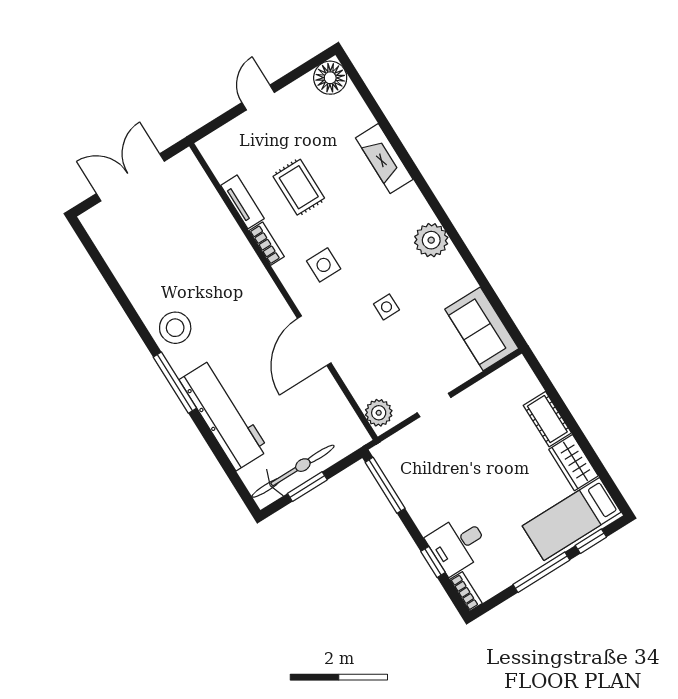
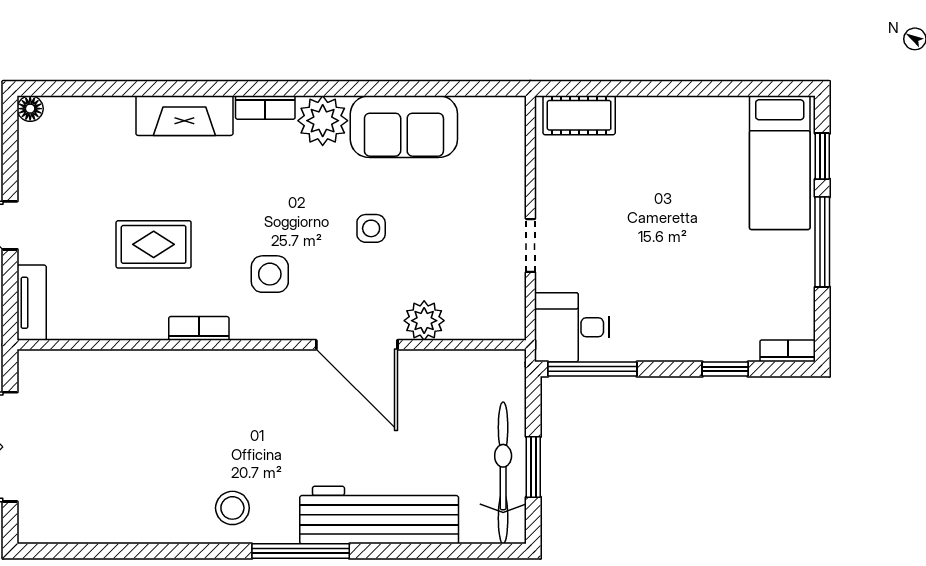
floor lamp: (330, 78) -> (30, 109), width x0.53, depth x0.53
tv unit: (243, 202) -> (32, 303), moved, turned 90
bookcase: (418, 202) -> (265, 108), added
stool: (175, 328) -> (232, 508), width x0.73, depth x0.73
sofa: (482, 329) -> (404, 127), moved
plant: (379, 413) -> (424, 321), moved
cot: (547, 419) -> (579, 115), moved
wardrobe: (574, 463) -> (711, 117), removed
desk: (458, 544) -> (572, 327), moved, turned 90

